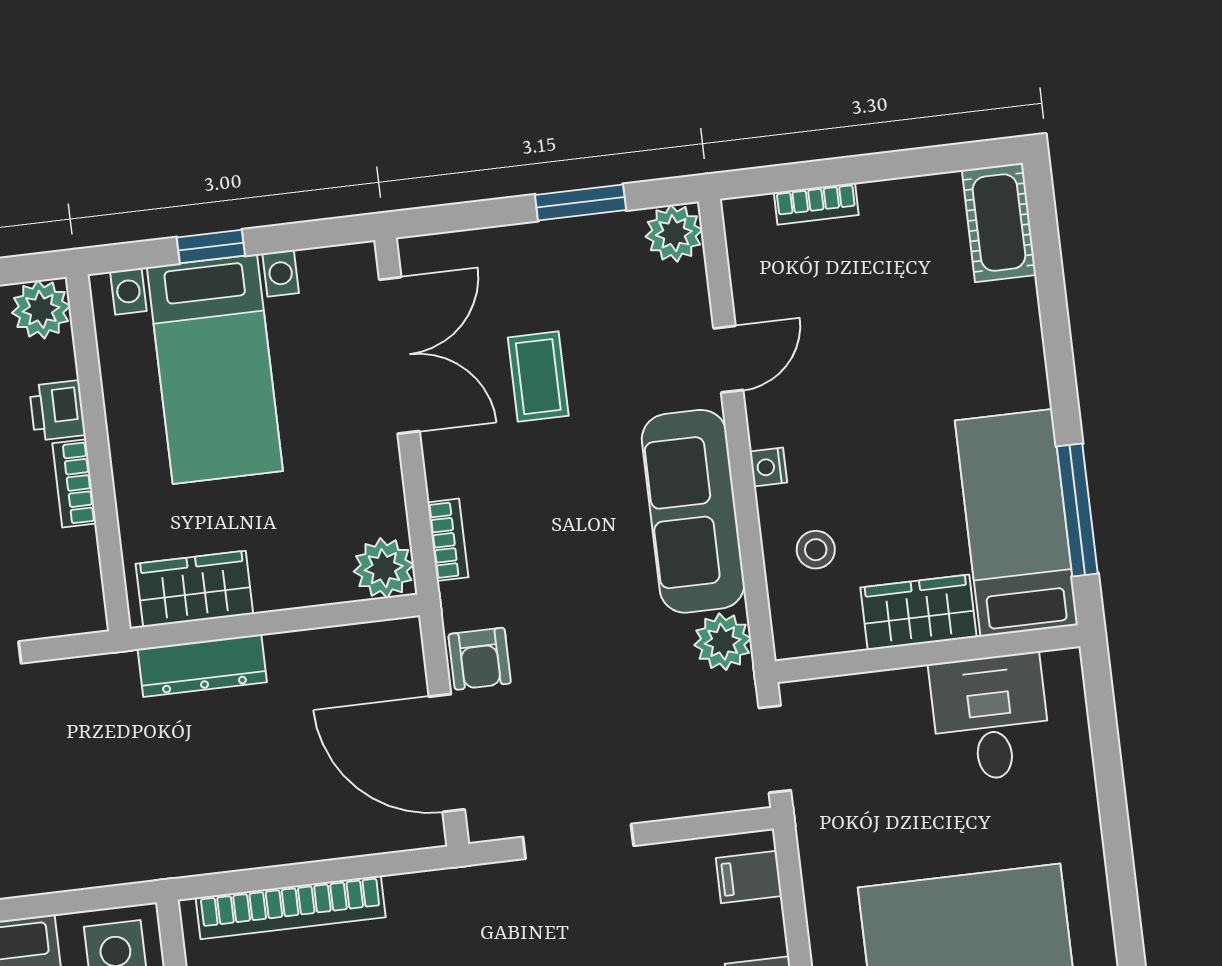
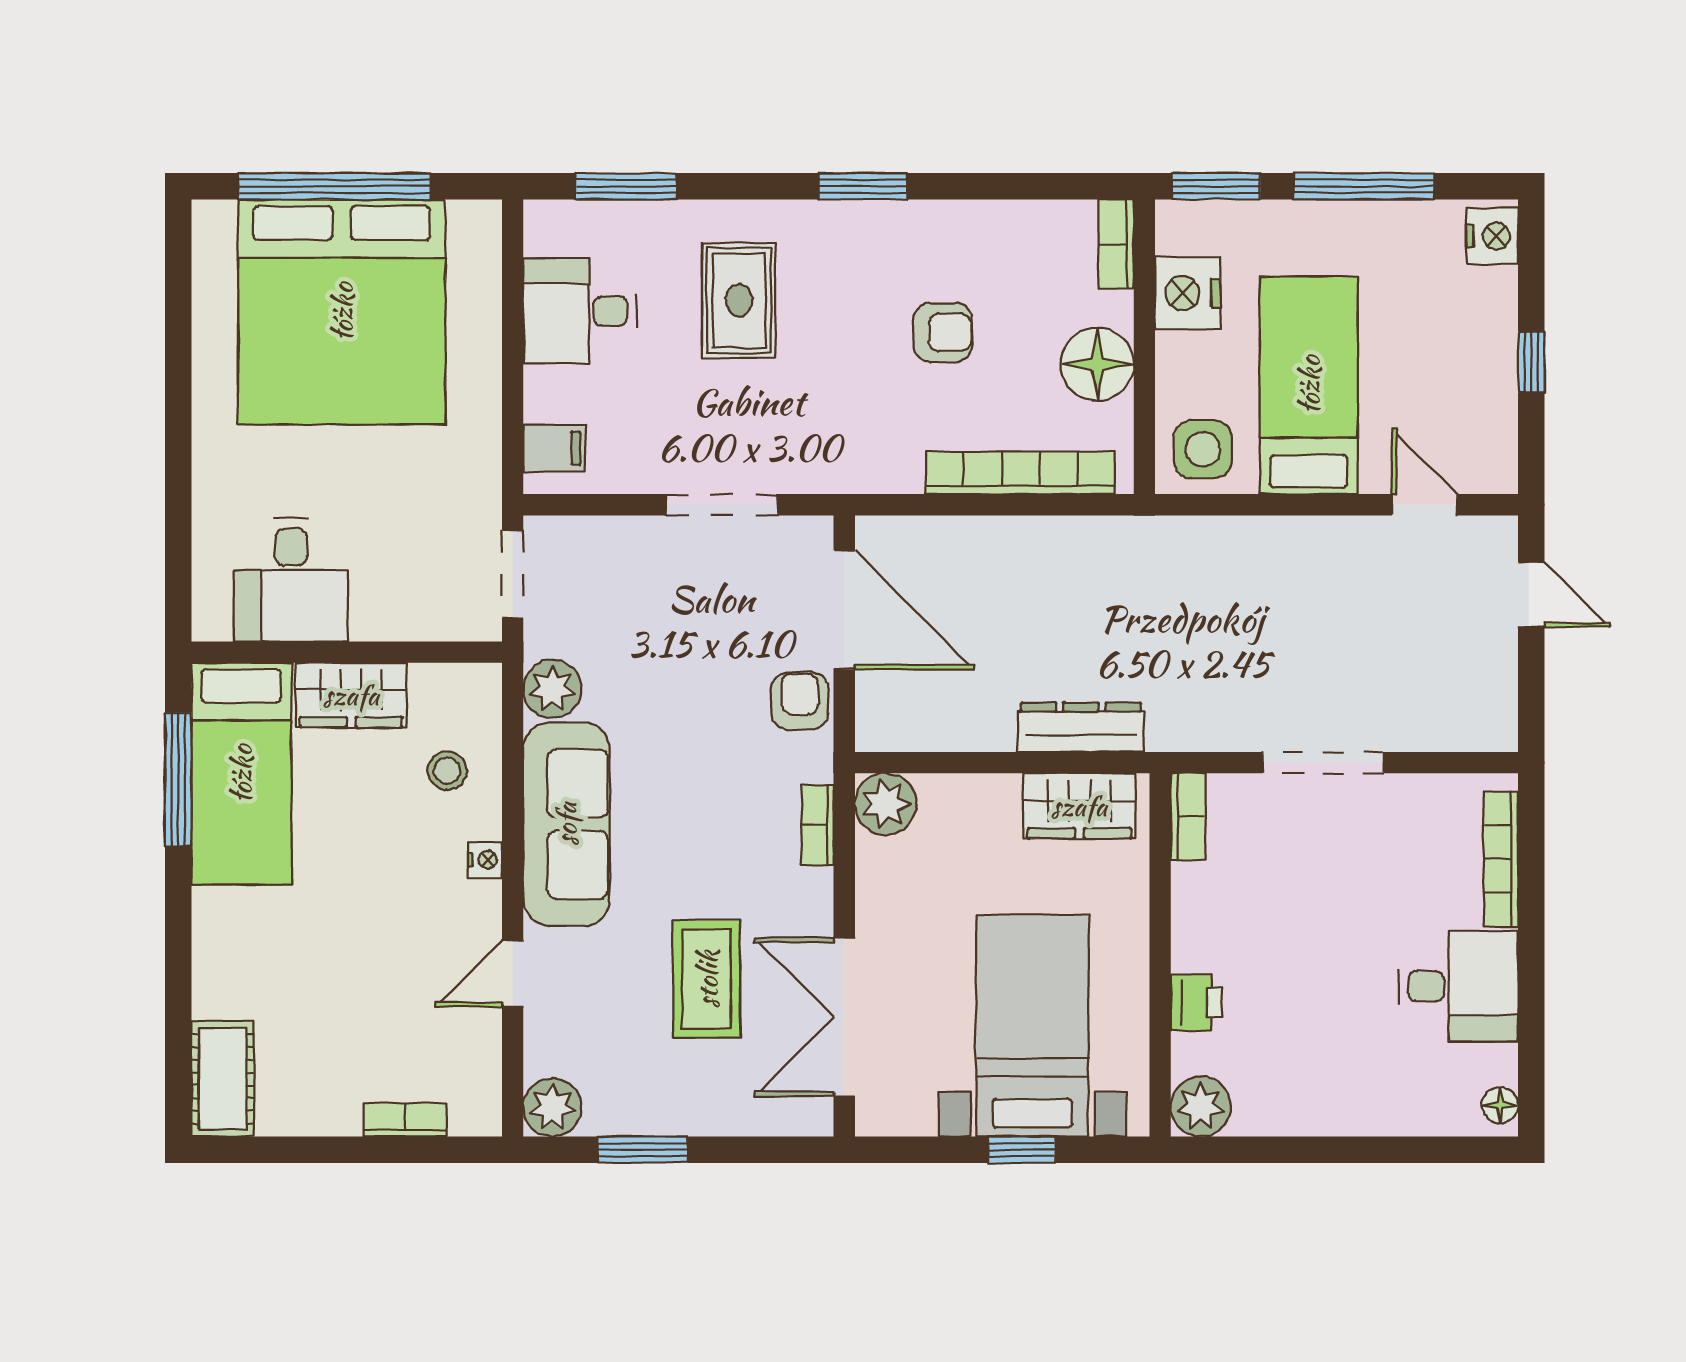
coffee table: (538, 377) -> (707, 979), width x1.36, depth x1.30
bookcase: (74, 483) -> (1188, 816), moved

